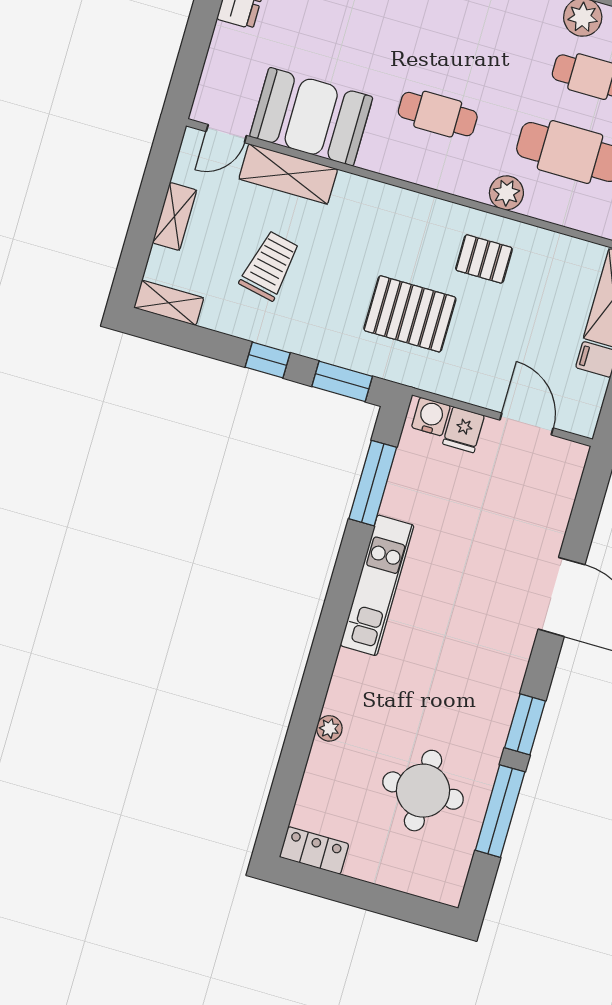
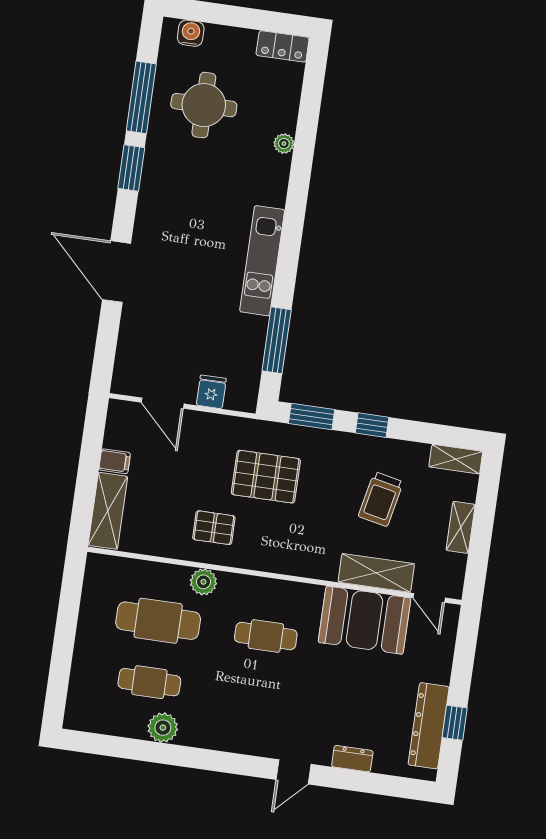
door: (226, 134) -> (429, 598), swing flipped
water cooler: (431, 417) -> (191, 33), moved, turned 180

